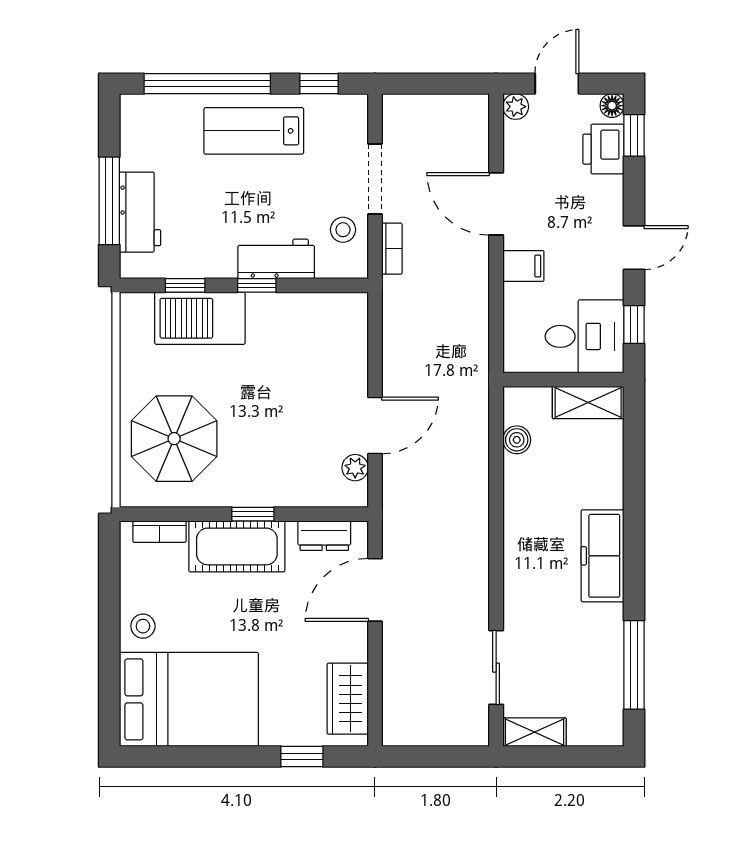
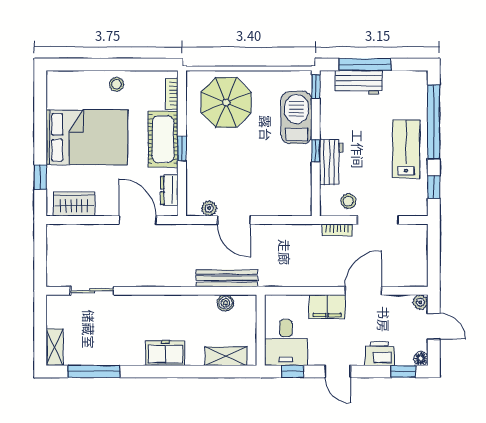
printer: (603, 149) -> (380, 353), moved
filing cabinet: (523, 266) -> (327, 307), width x2.00
window: (185, 285) -> (316, 86), moved
shelving: (588, 402) -> (226, 356), moved, turned 90
bench: (475, 438) -> (227, 278), added
freezer: (603, 556) -> (165, 353), width x0.71
bed: (189, 699) -> (87, 137), moved, turned -90
shelving: (534, 732) -> (55, 347), moved

